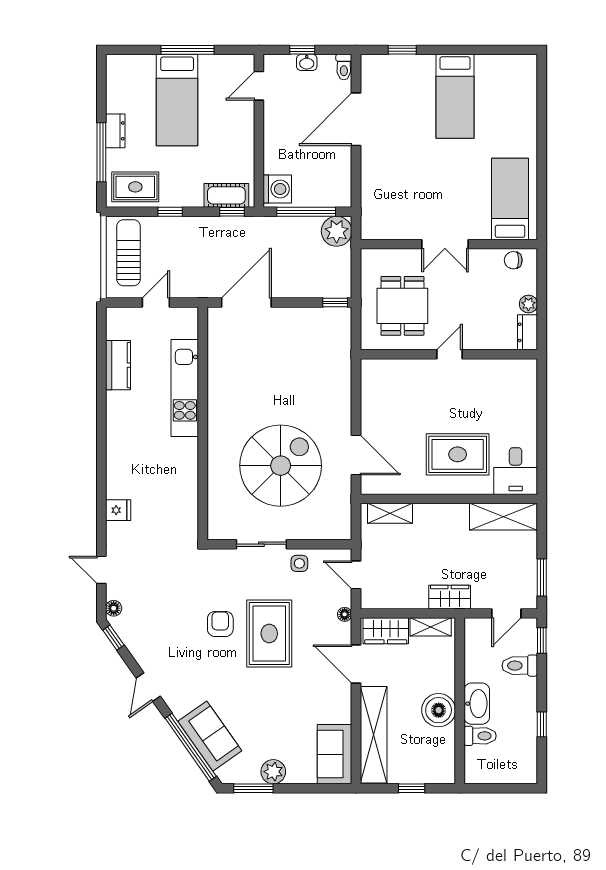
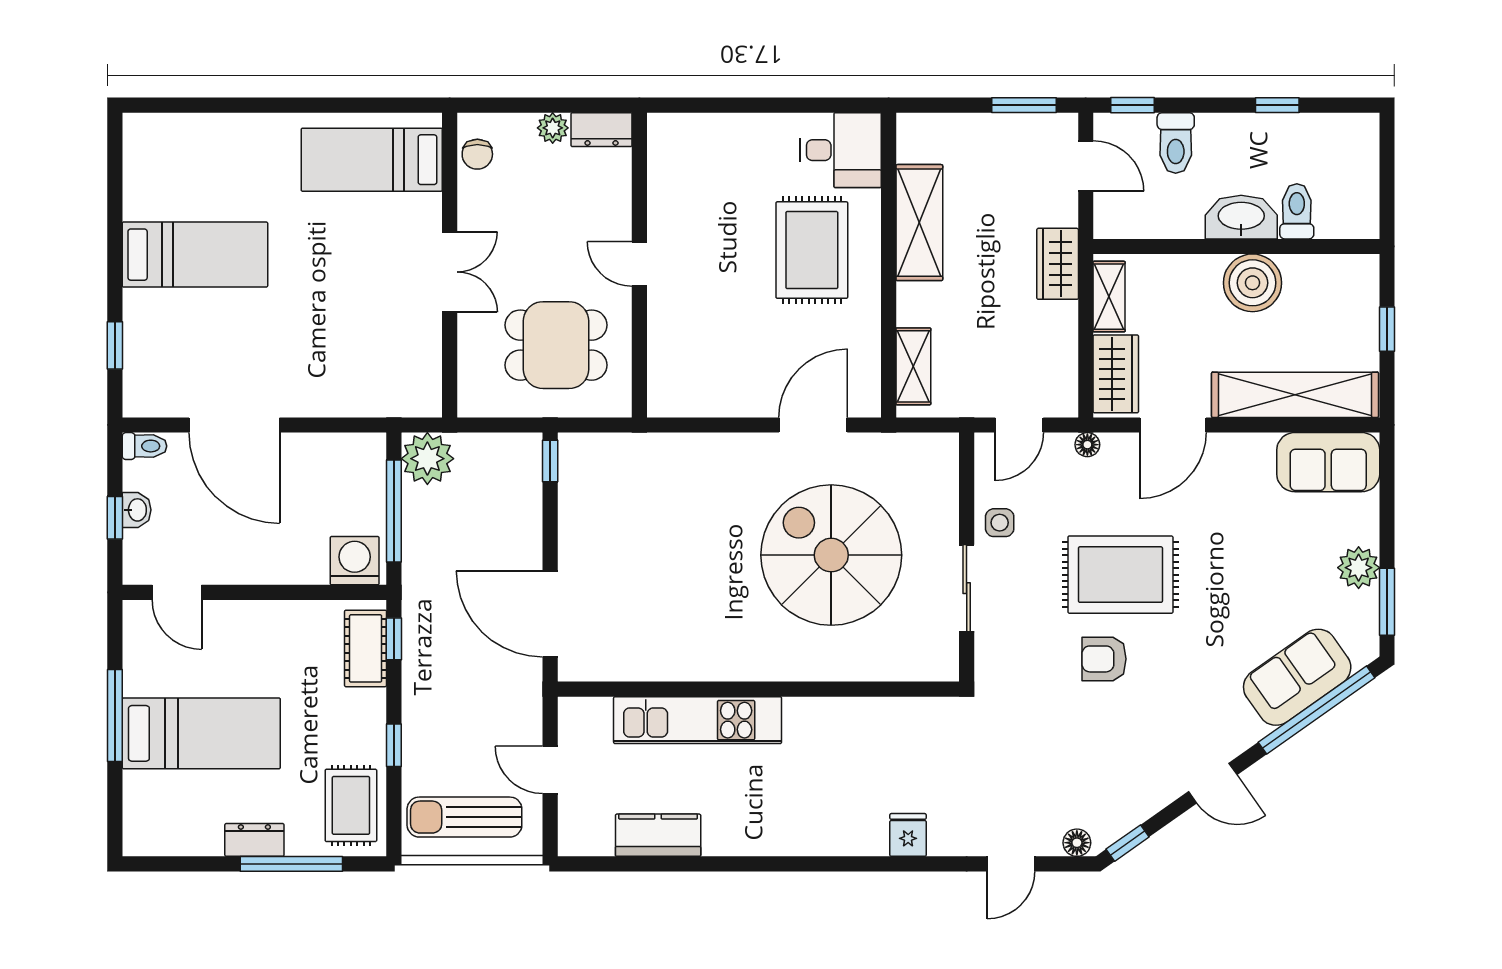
shelving: (503, 517) -> (919, 223), moved

